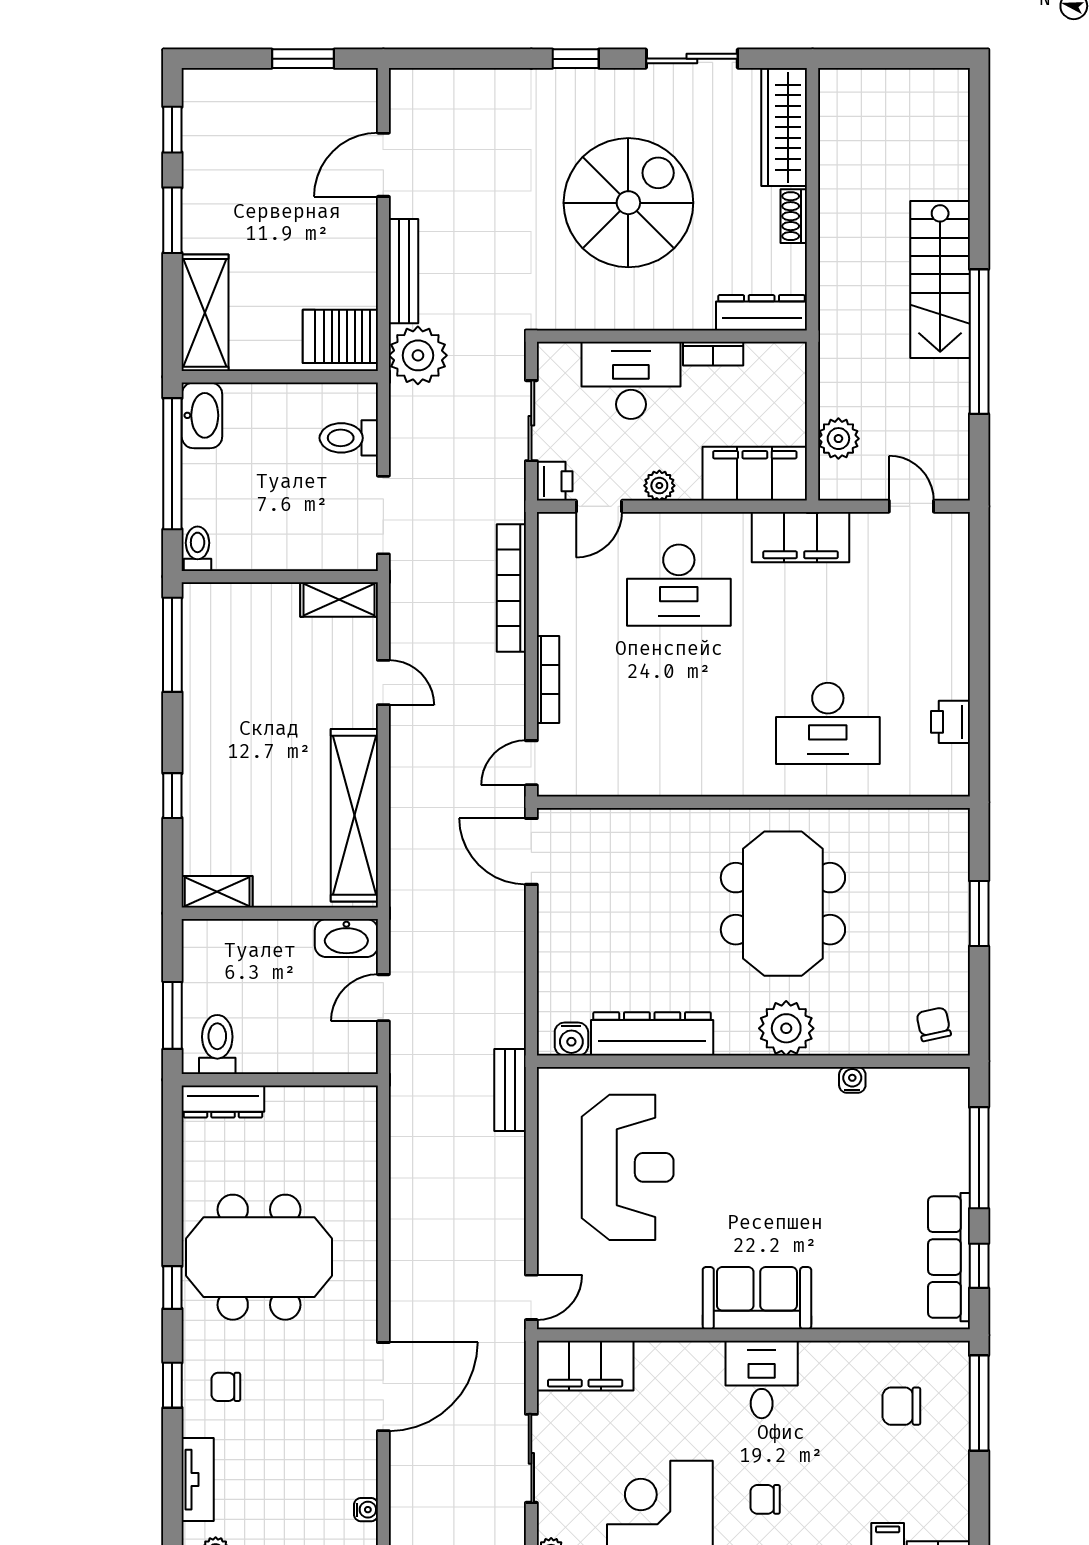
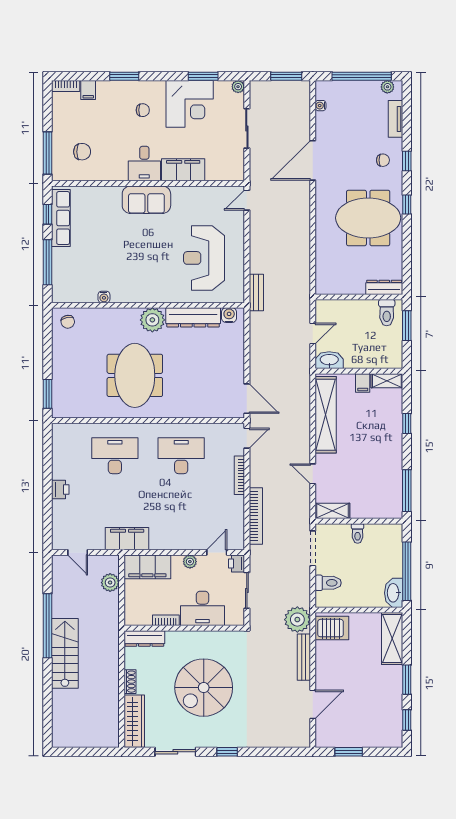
toilet: (198, 549) -> (358, 533), moved
desk: (679, 585) -> (181, 456), moved
printer: (951, 722) -> (60, 490), moved
filing cabinet: (271, 887) -> (363, 383), added
window: (979, 913) -> (48, 394), moved
plant: (786, 1028) -> (152, 320), moved
filing cabinet: (585, 1366) -> (183, 170), moved

